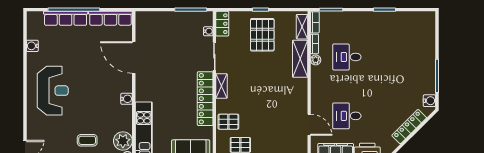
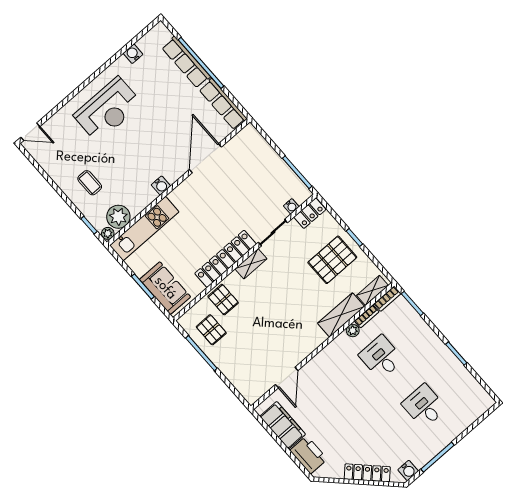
desk: (347, 116) -> (424, 406), moved

